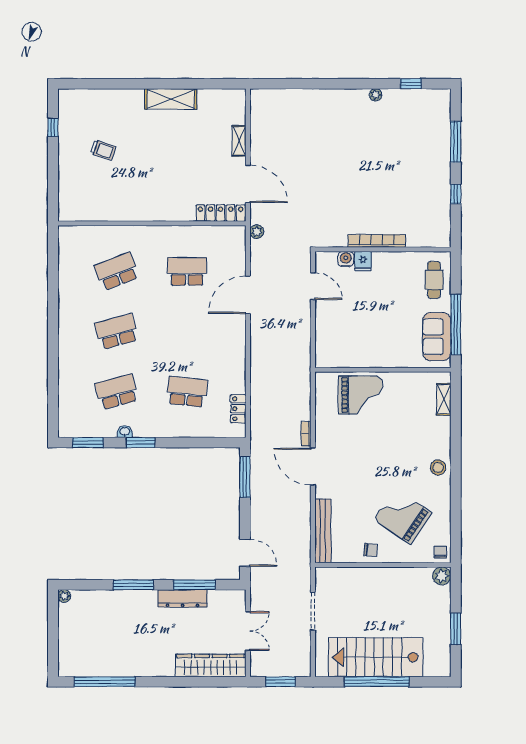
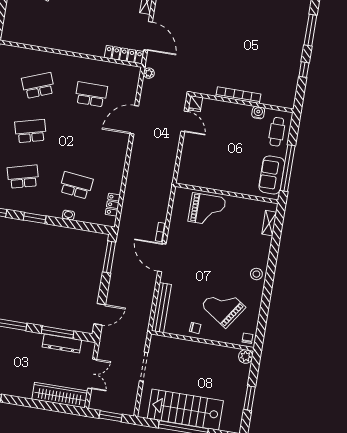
water cooler: (346, 259) -> (258, 113), moved
fridge: (363, 261) -> (195, 104), moved
washbasin: (125, 432) -> (68, 215), moved
door: (245, 553) -> (100, 314), hinge flipped
dresser: (183, 598) -> (62, 343), moved

